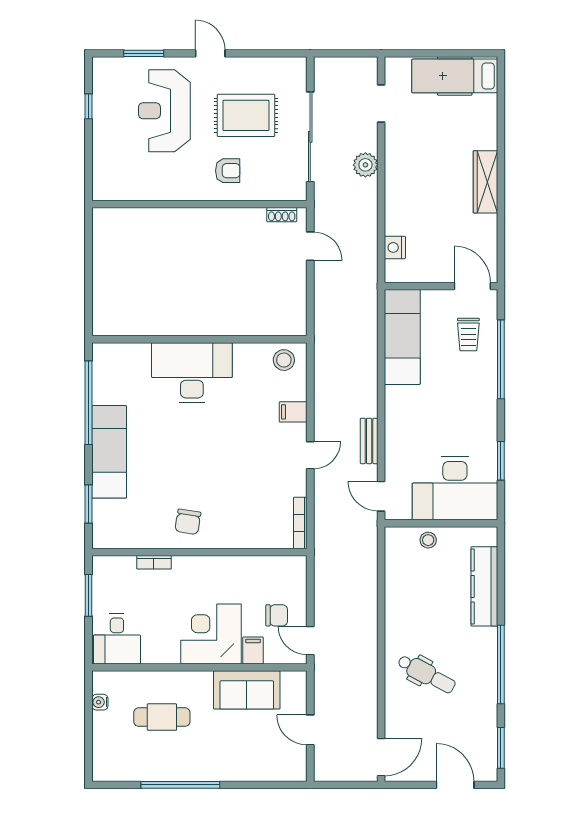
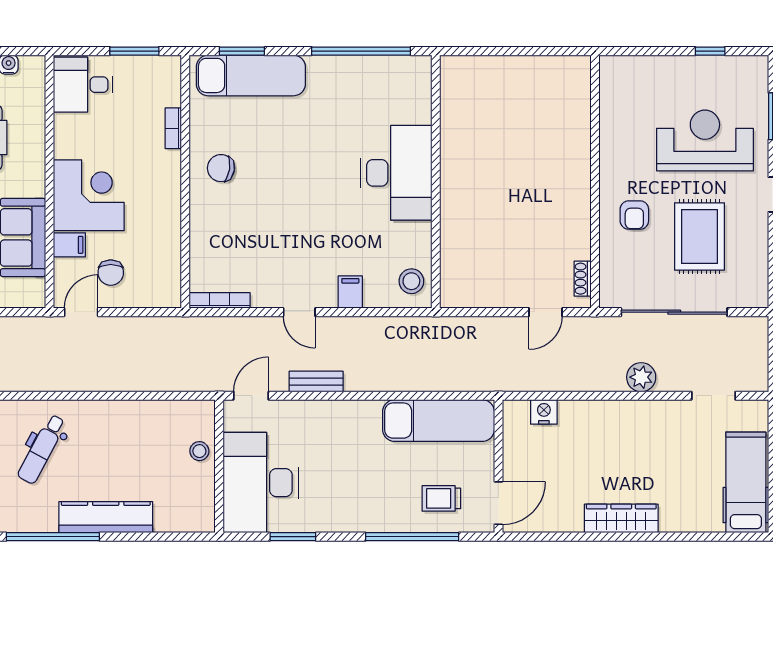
exam couch: (109, 452) -> (251, 75), moved
kitchen counter: (484, 586) -> (106, 517), moved

